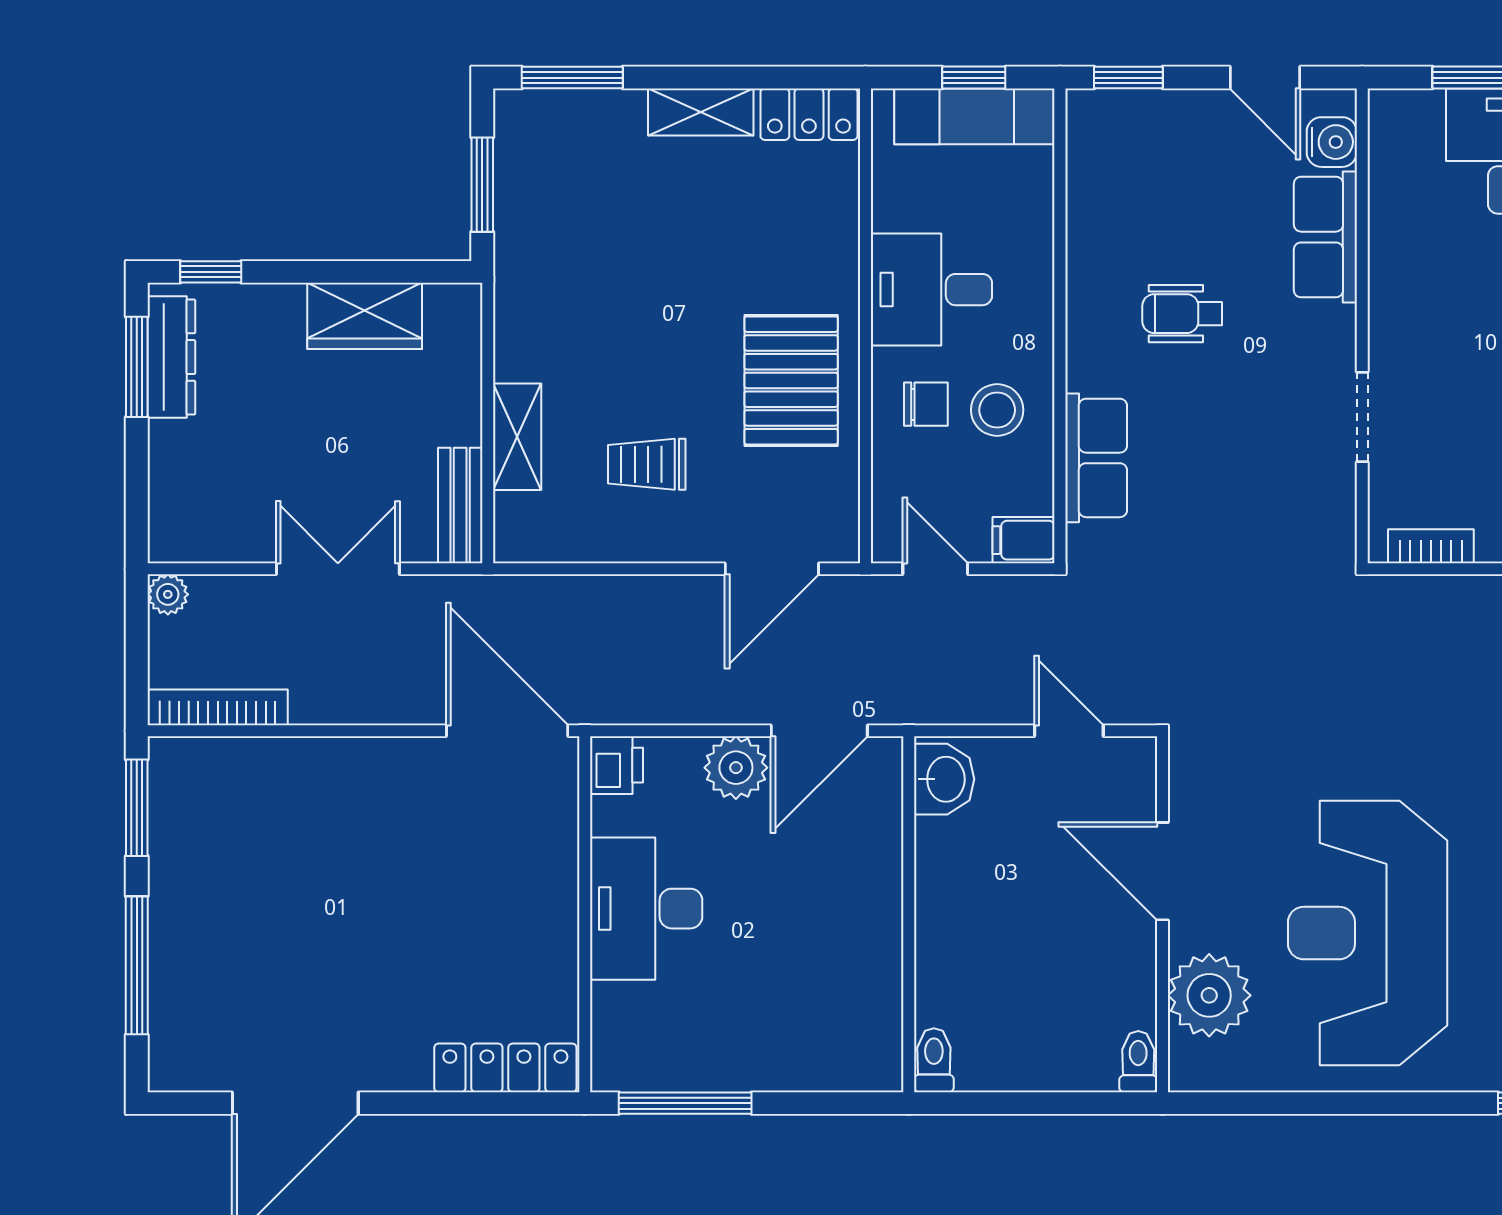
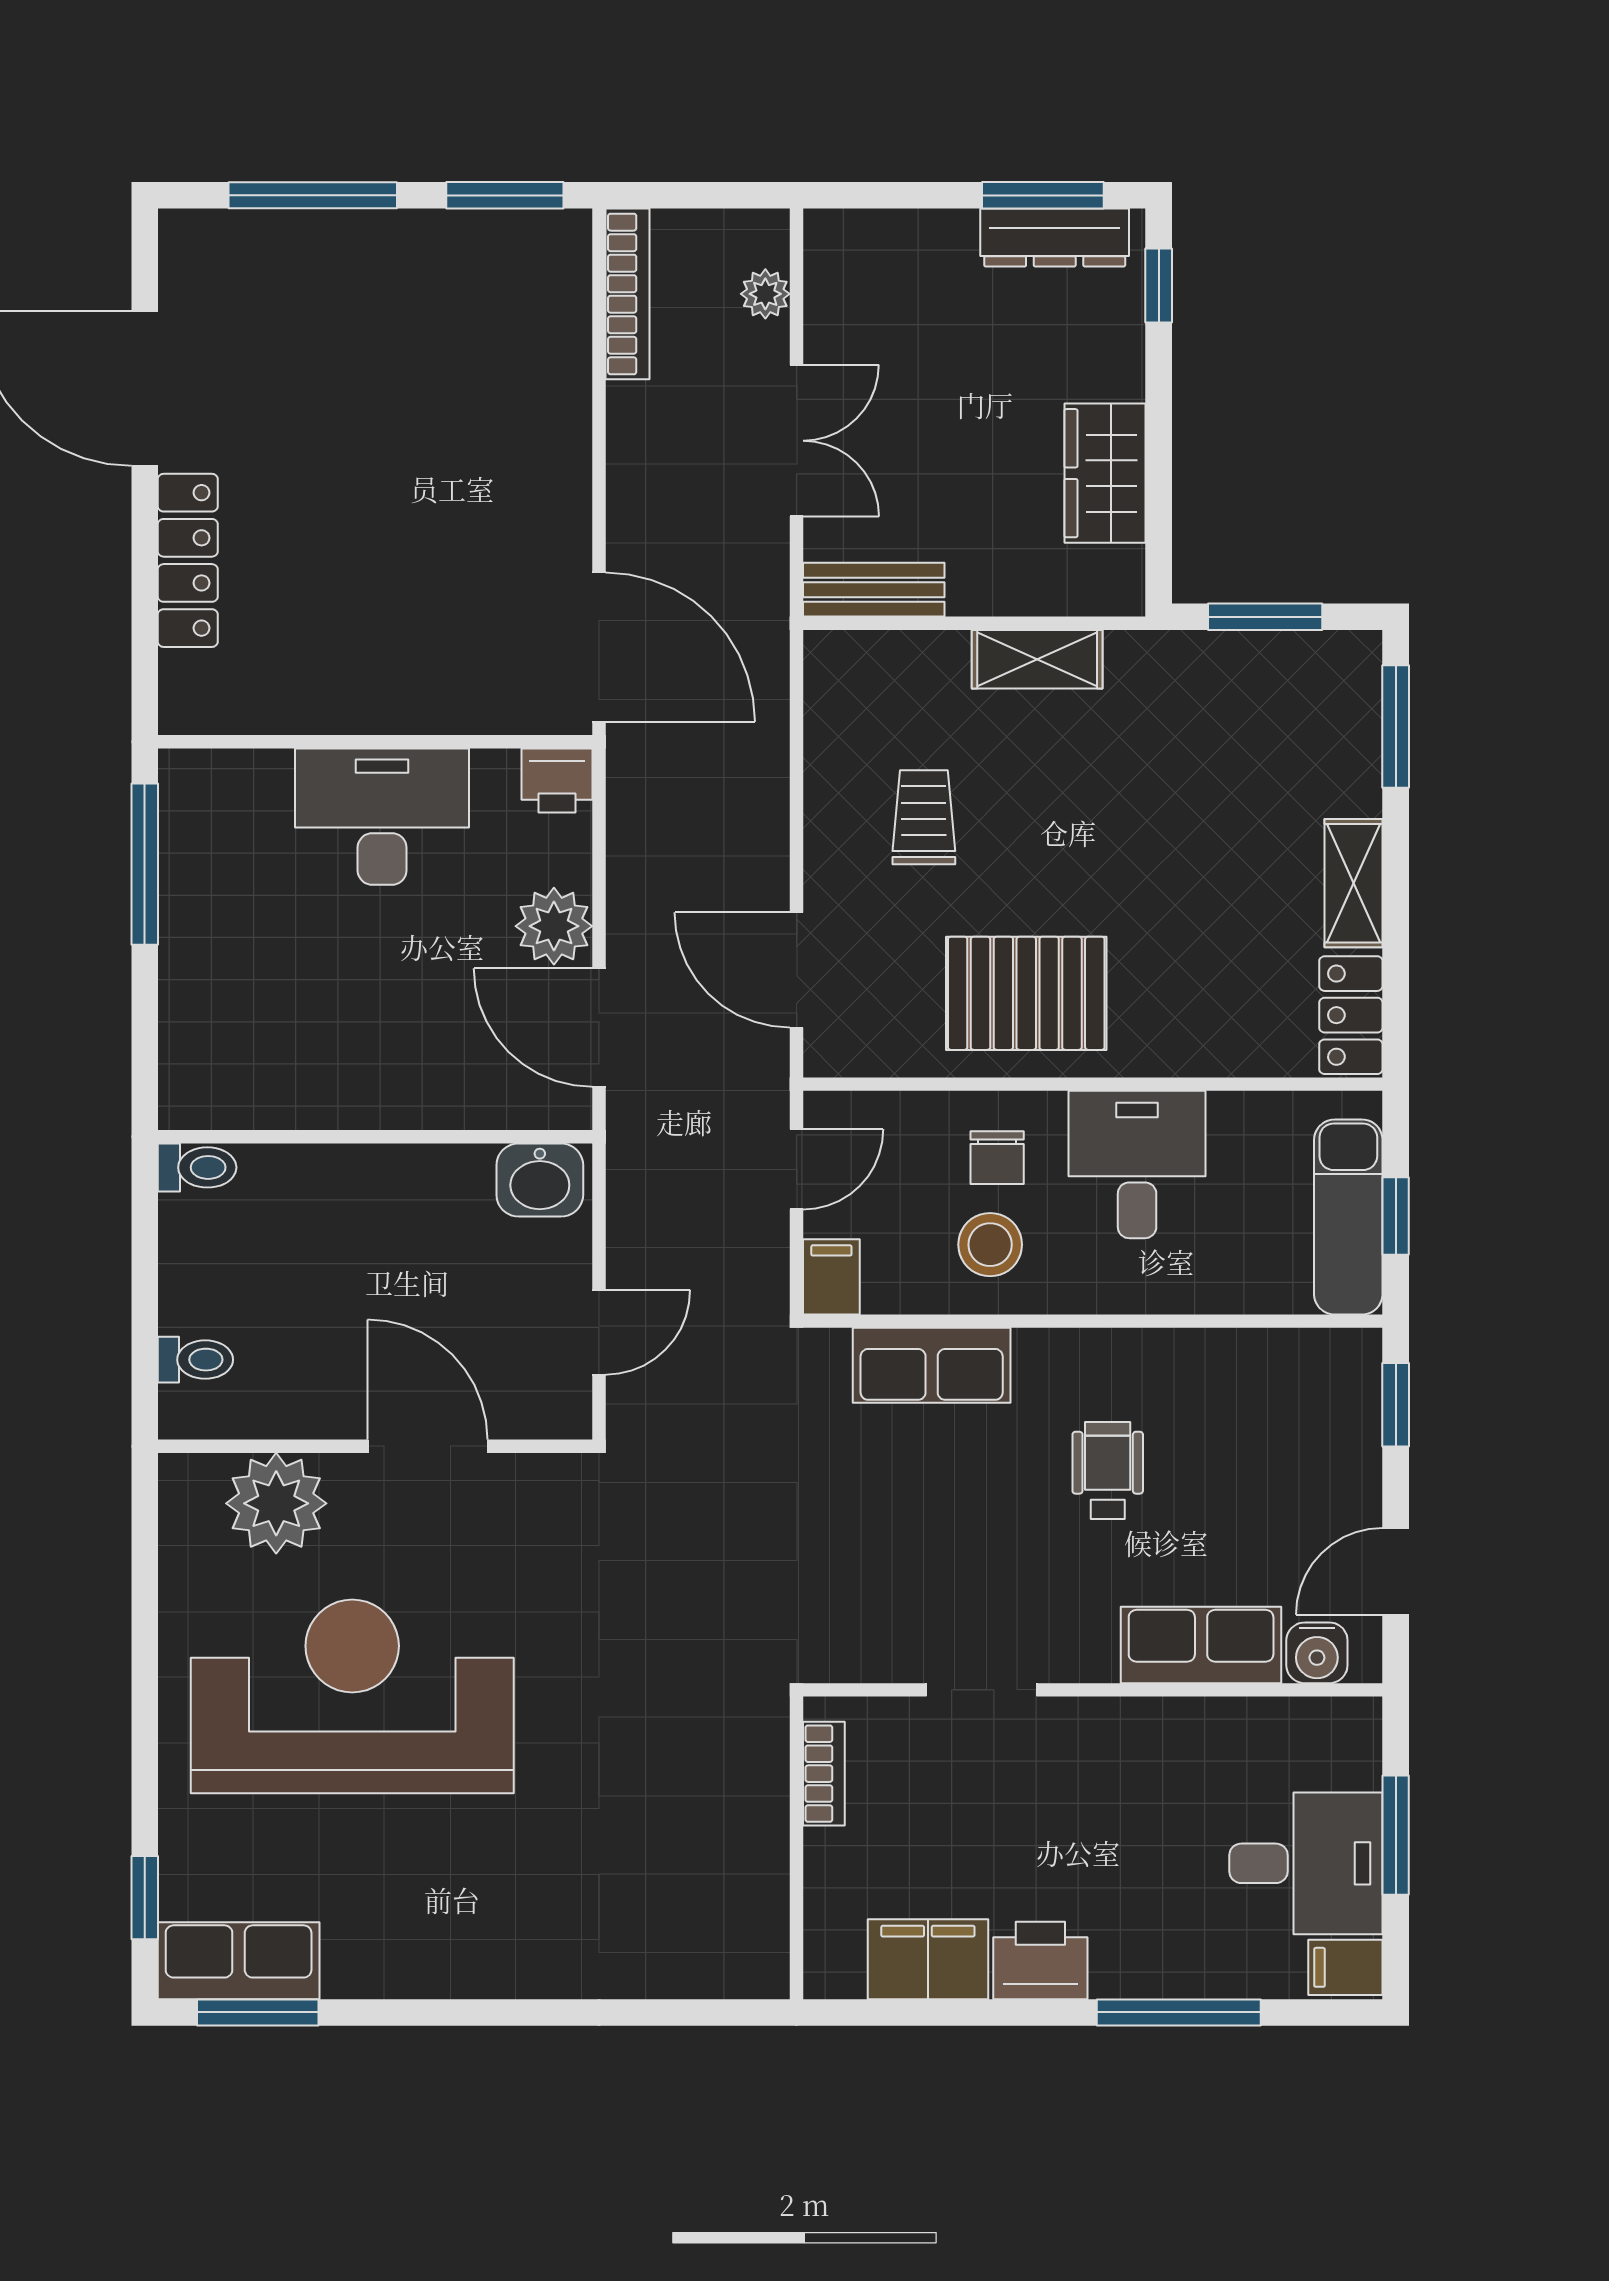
shelving: (517, 437) -> (1037, 659), moved
plant: (168, 594) -> (765, 294), moved
door: (507, 731) -> (599, 647), hinge flipped
door: (1162, 871) -> (428, 1446), hinge flipped
toilet: (1138, 1062) -> (195, 1360), moved
locker: (505, 1068) -> (188, 560), moved

